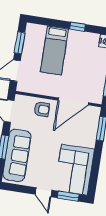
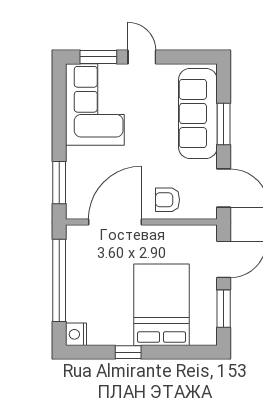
bed: (54, 50) -> (162, 305), width x1.50

